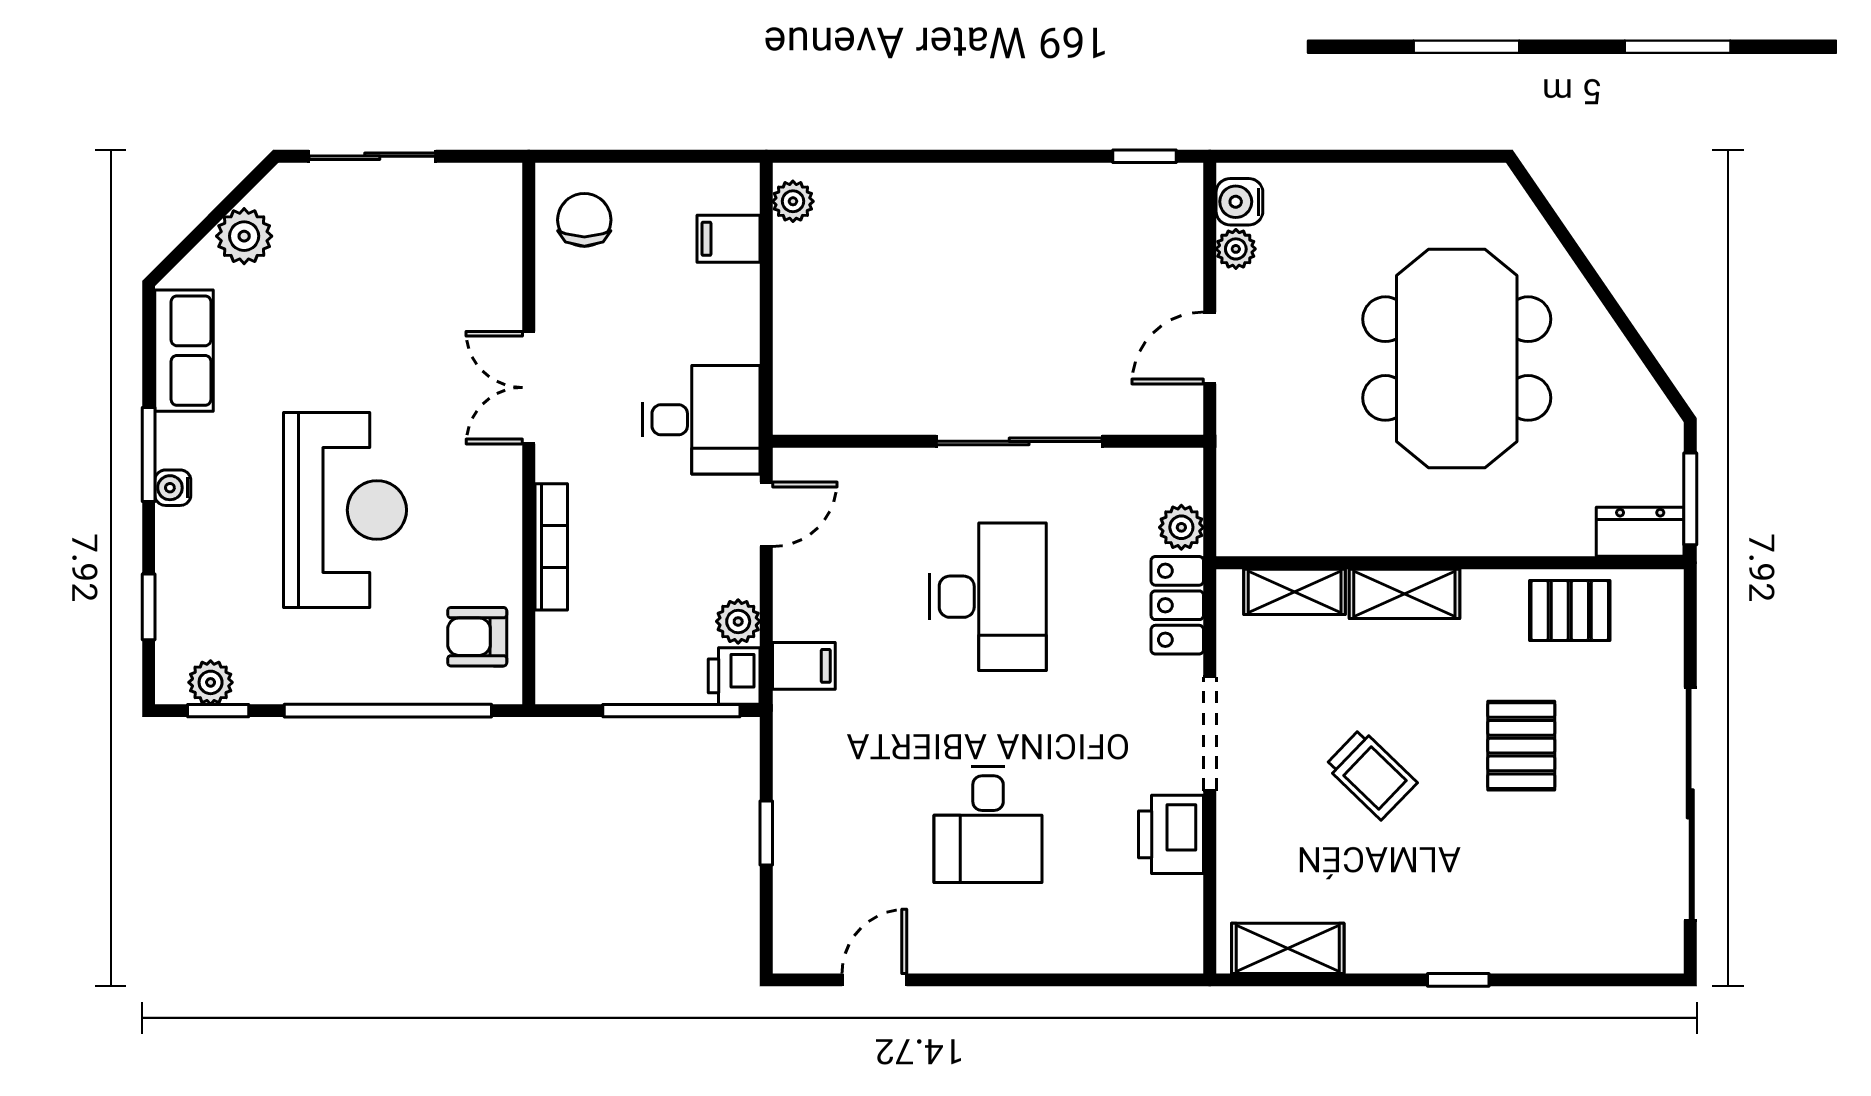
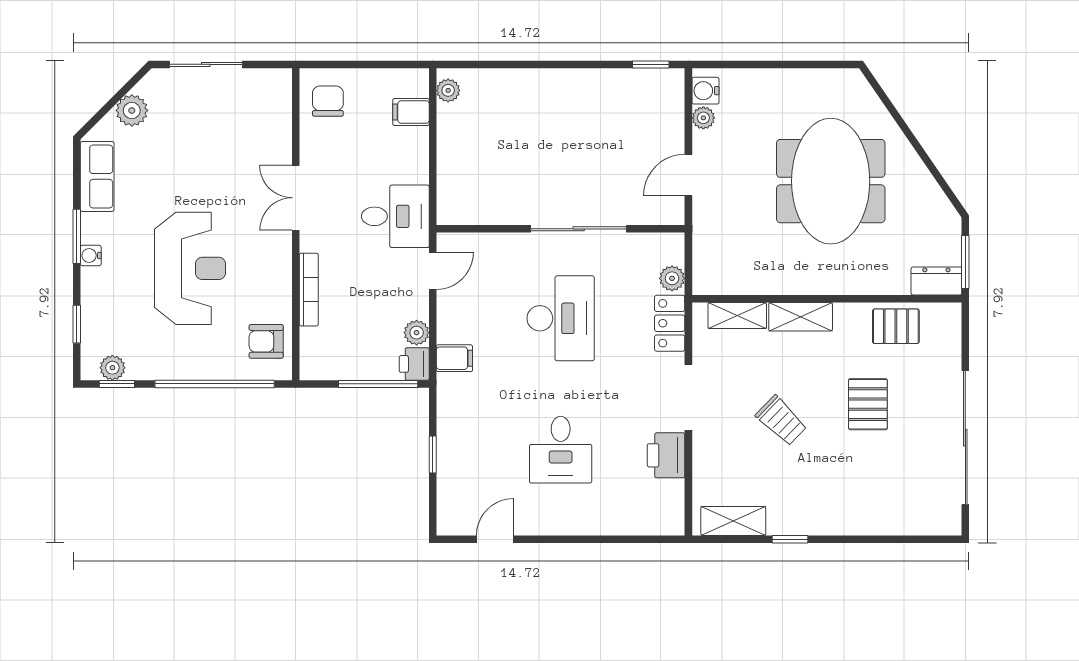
window: (1458, 980) -> (790, 539), moved

